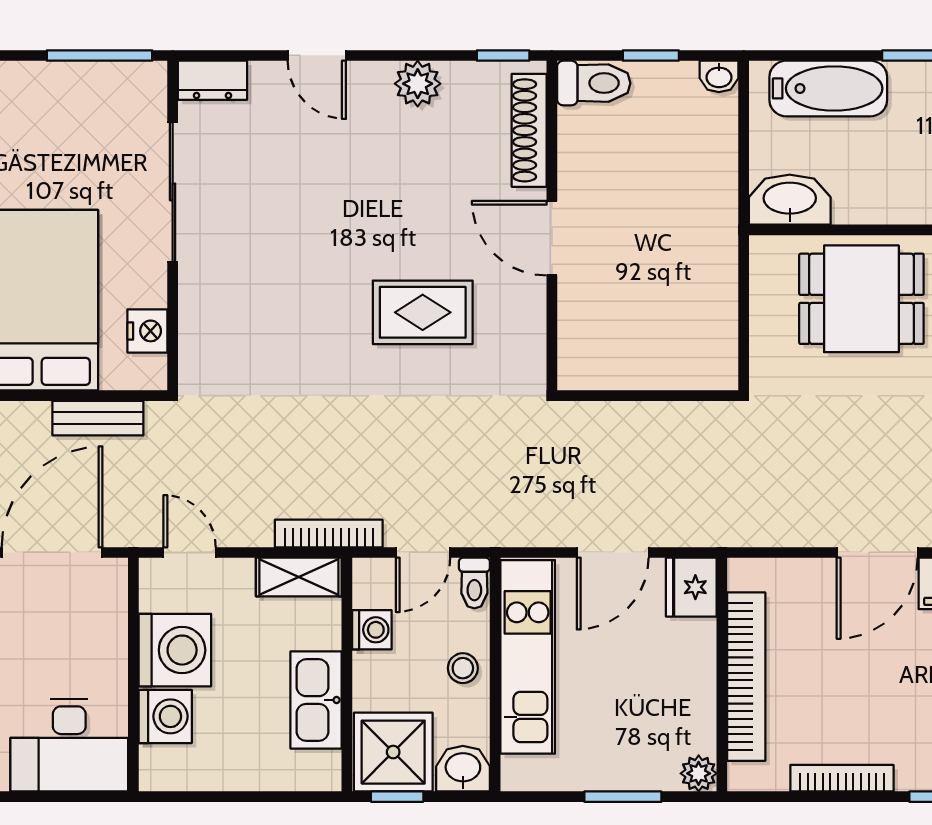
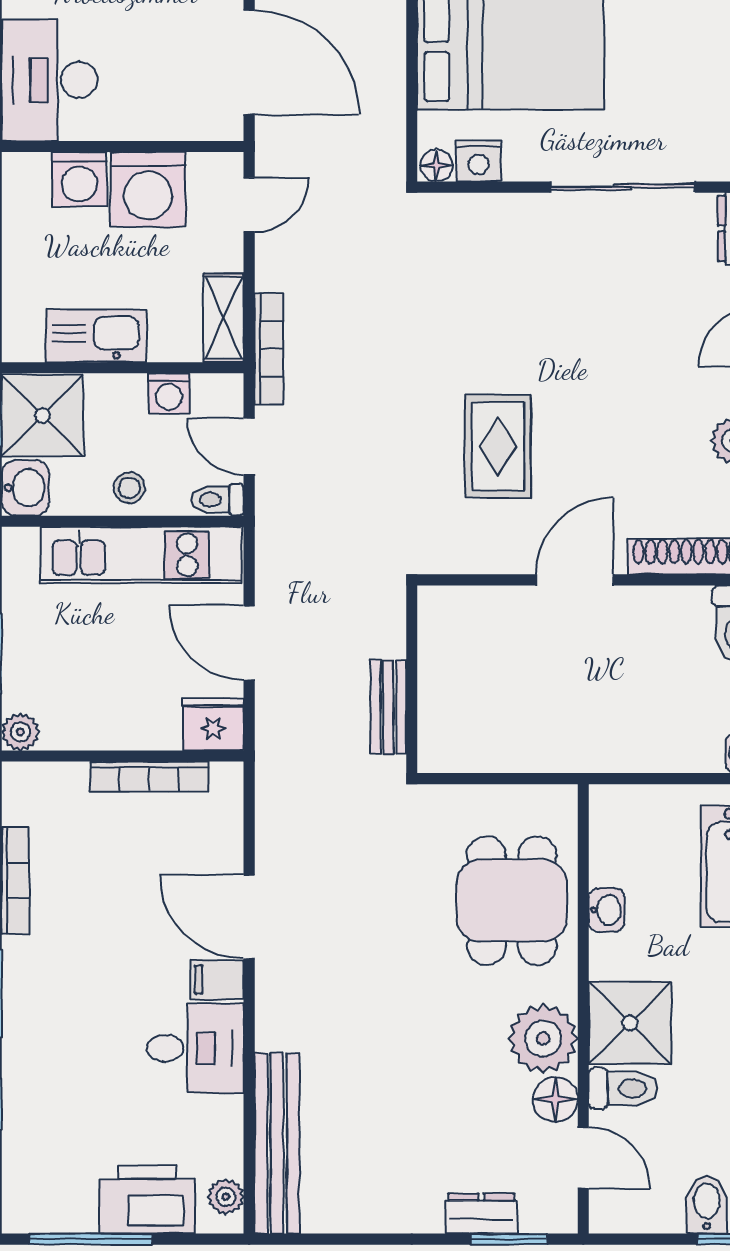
washbasin: (790, 200) -> (607, 910), moved, width x0.52, depth x0.69
floor lamp: (152, 372) -> (436, 166), added
bench: (98, 418) -> (388, 707), moved
bookcase: (746, 677) -> (149, 777), width x0.68, depth x0.76

